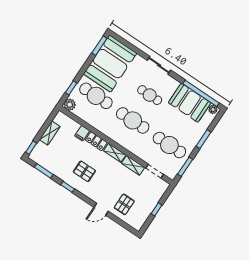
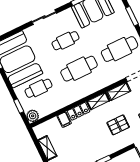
cafe table: (96, 96) -> (38, 88), width x0.73, depth x0.74
pallet: (84, 171) -> (118, 125), moved

